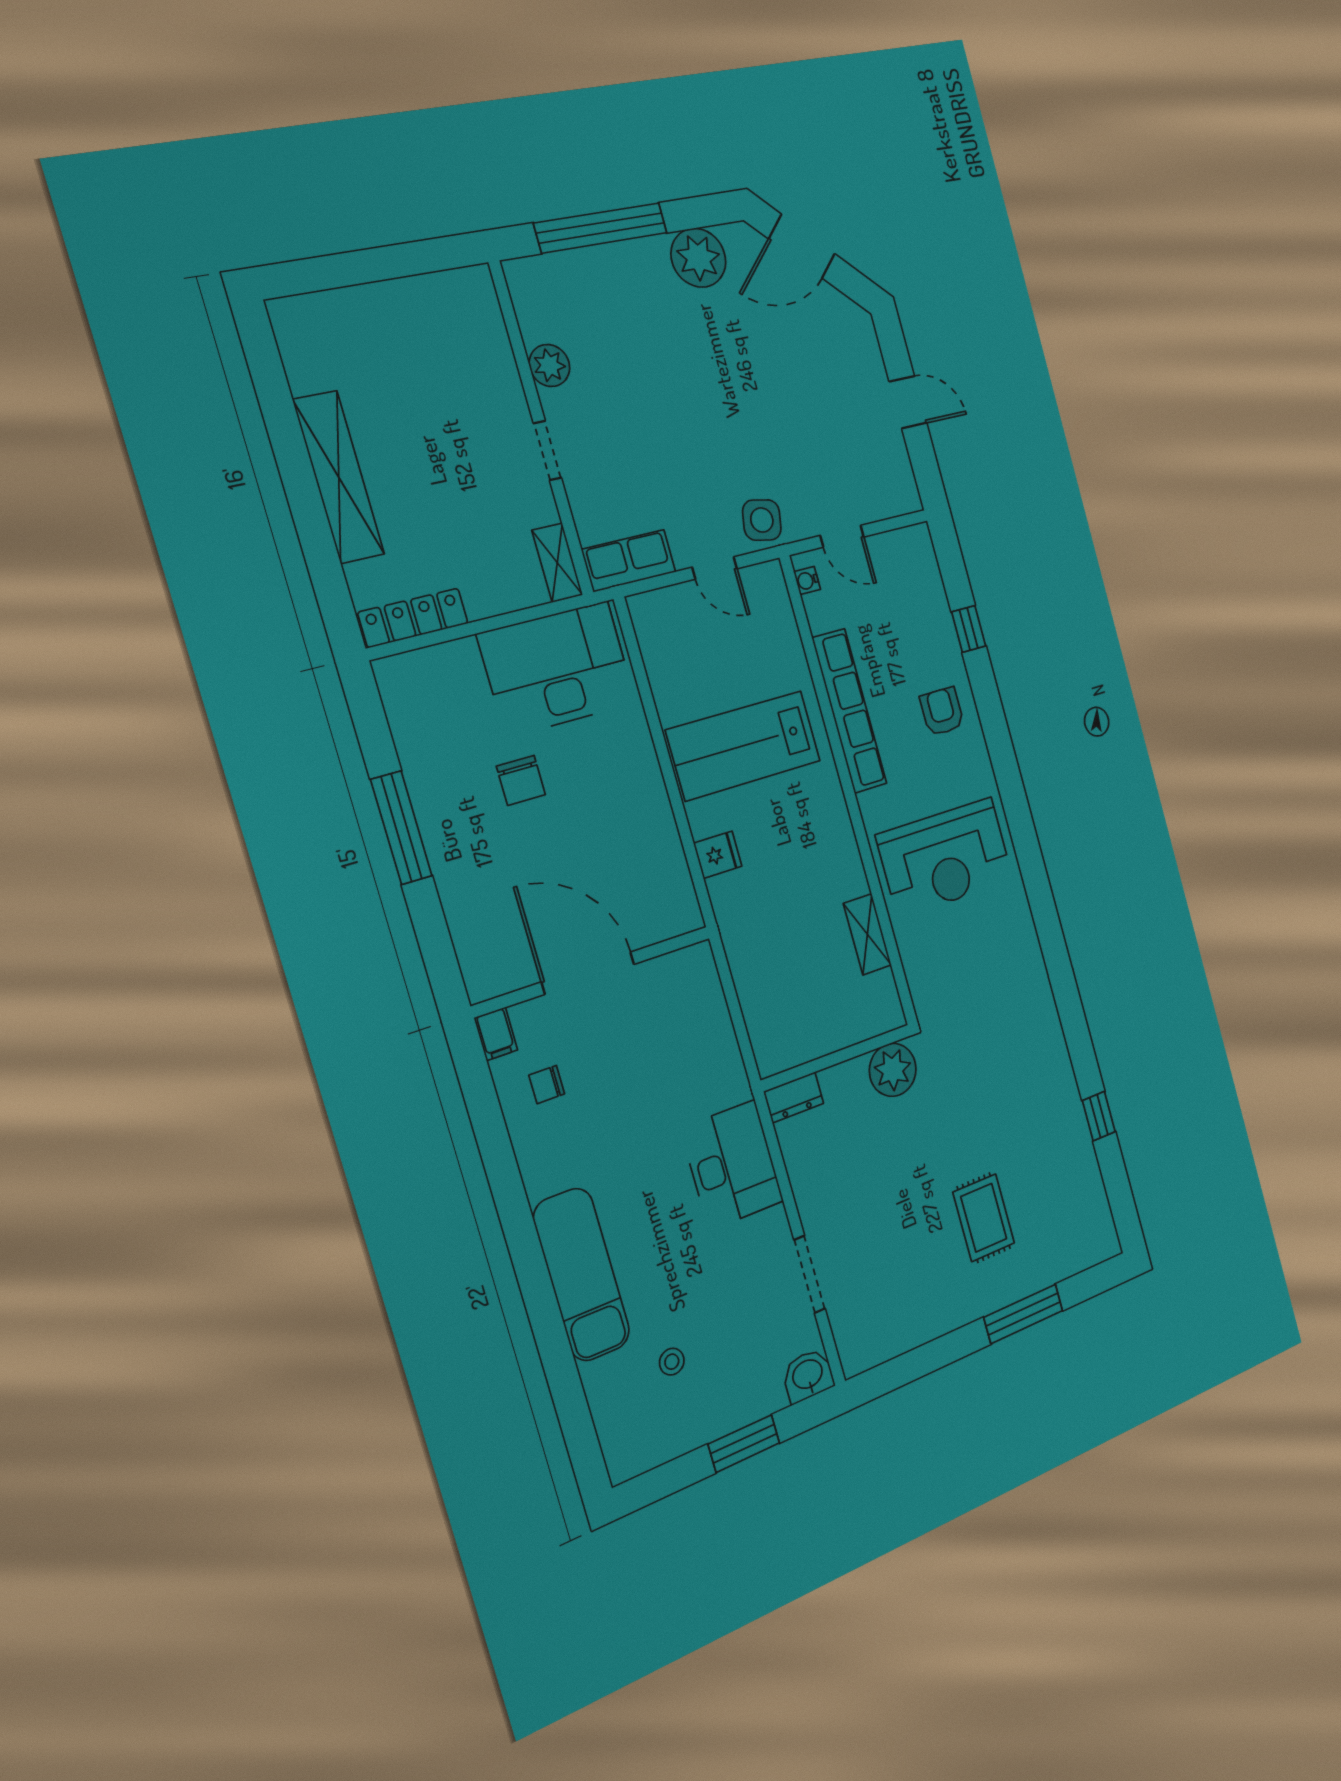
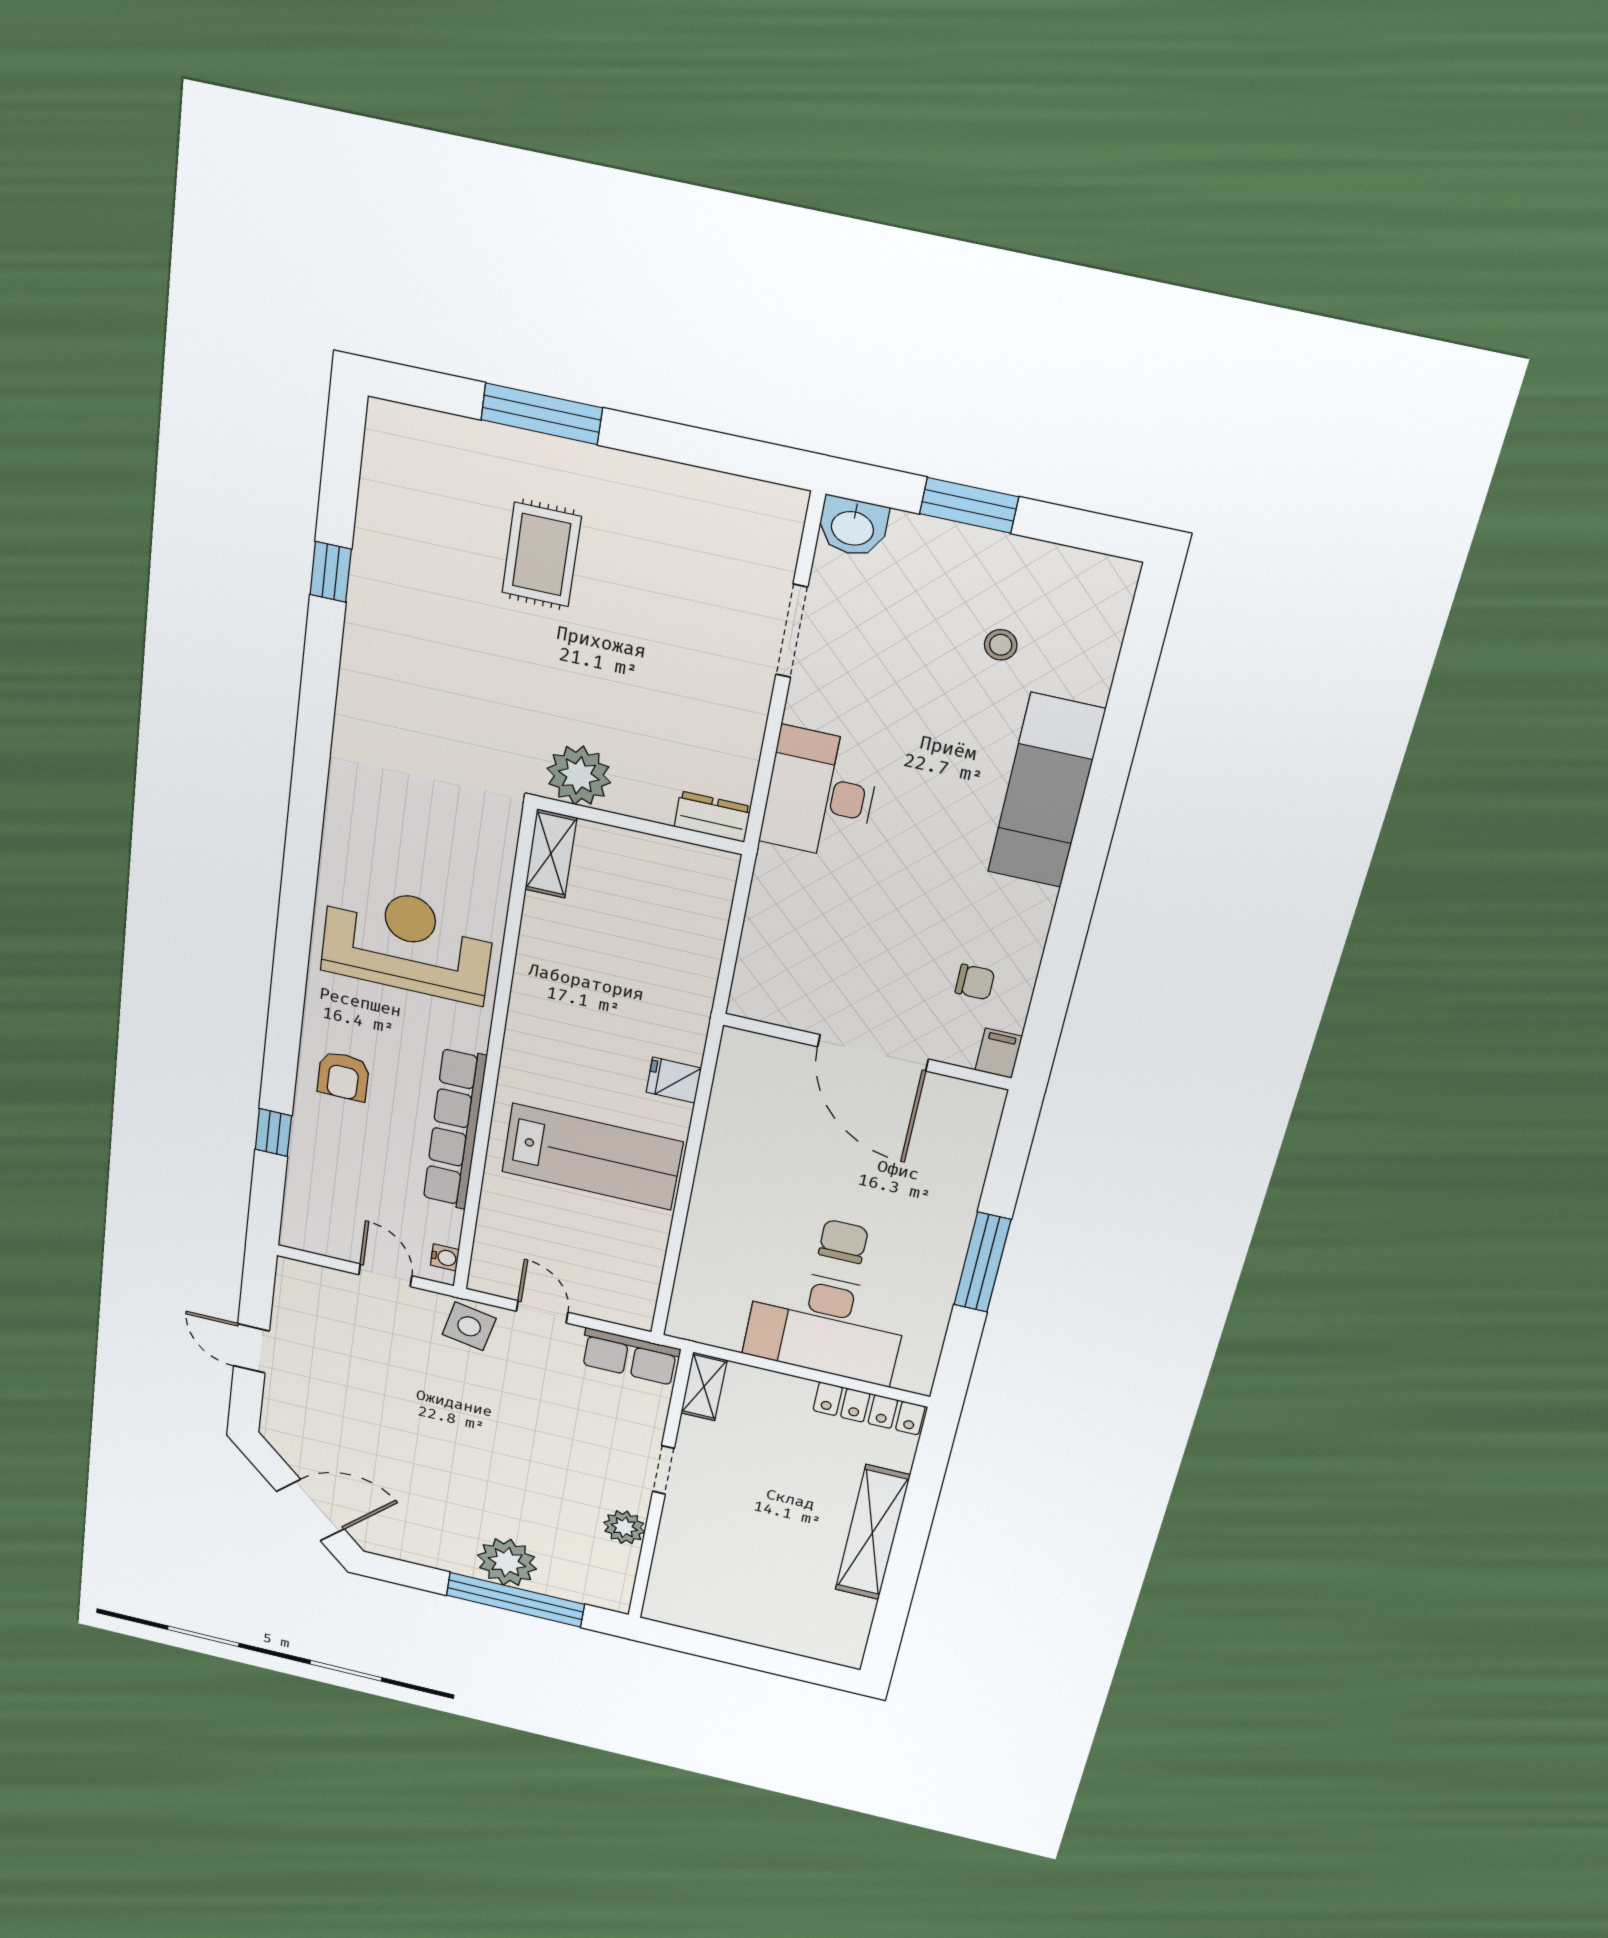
plant: (698, 258) -> (507, 1562), moved
desk: (557, 669) -> (826, 1326), moved
shelving: (867, 934) -> (551, 854), moved

